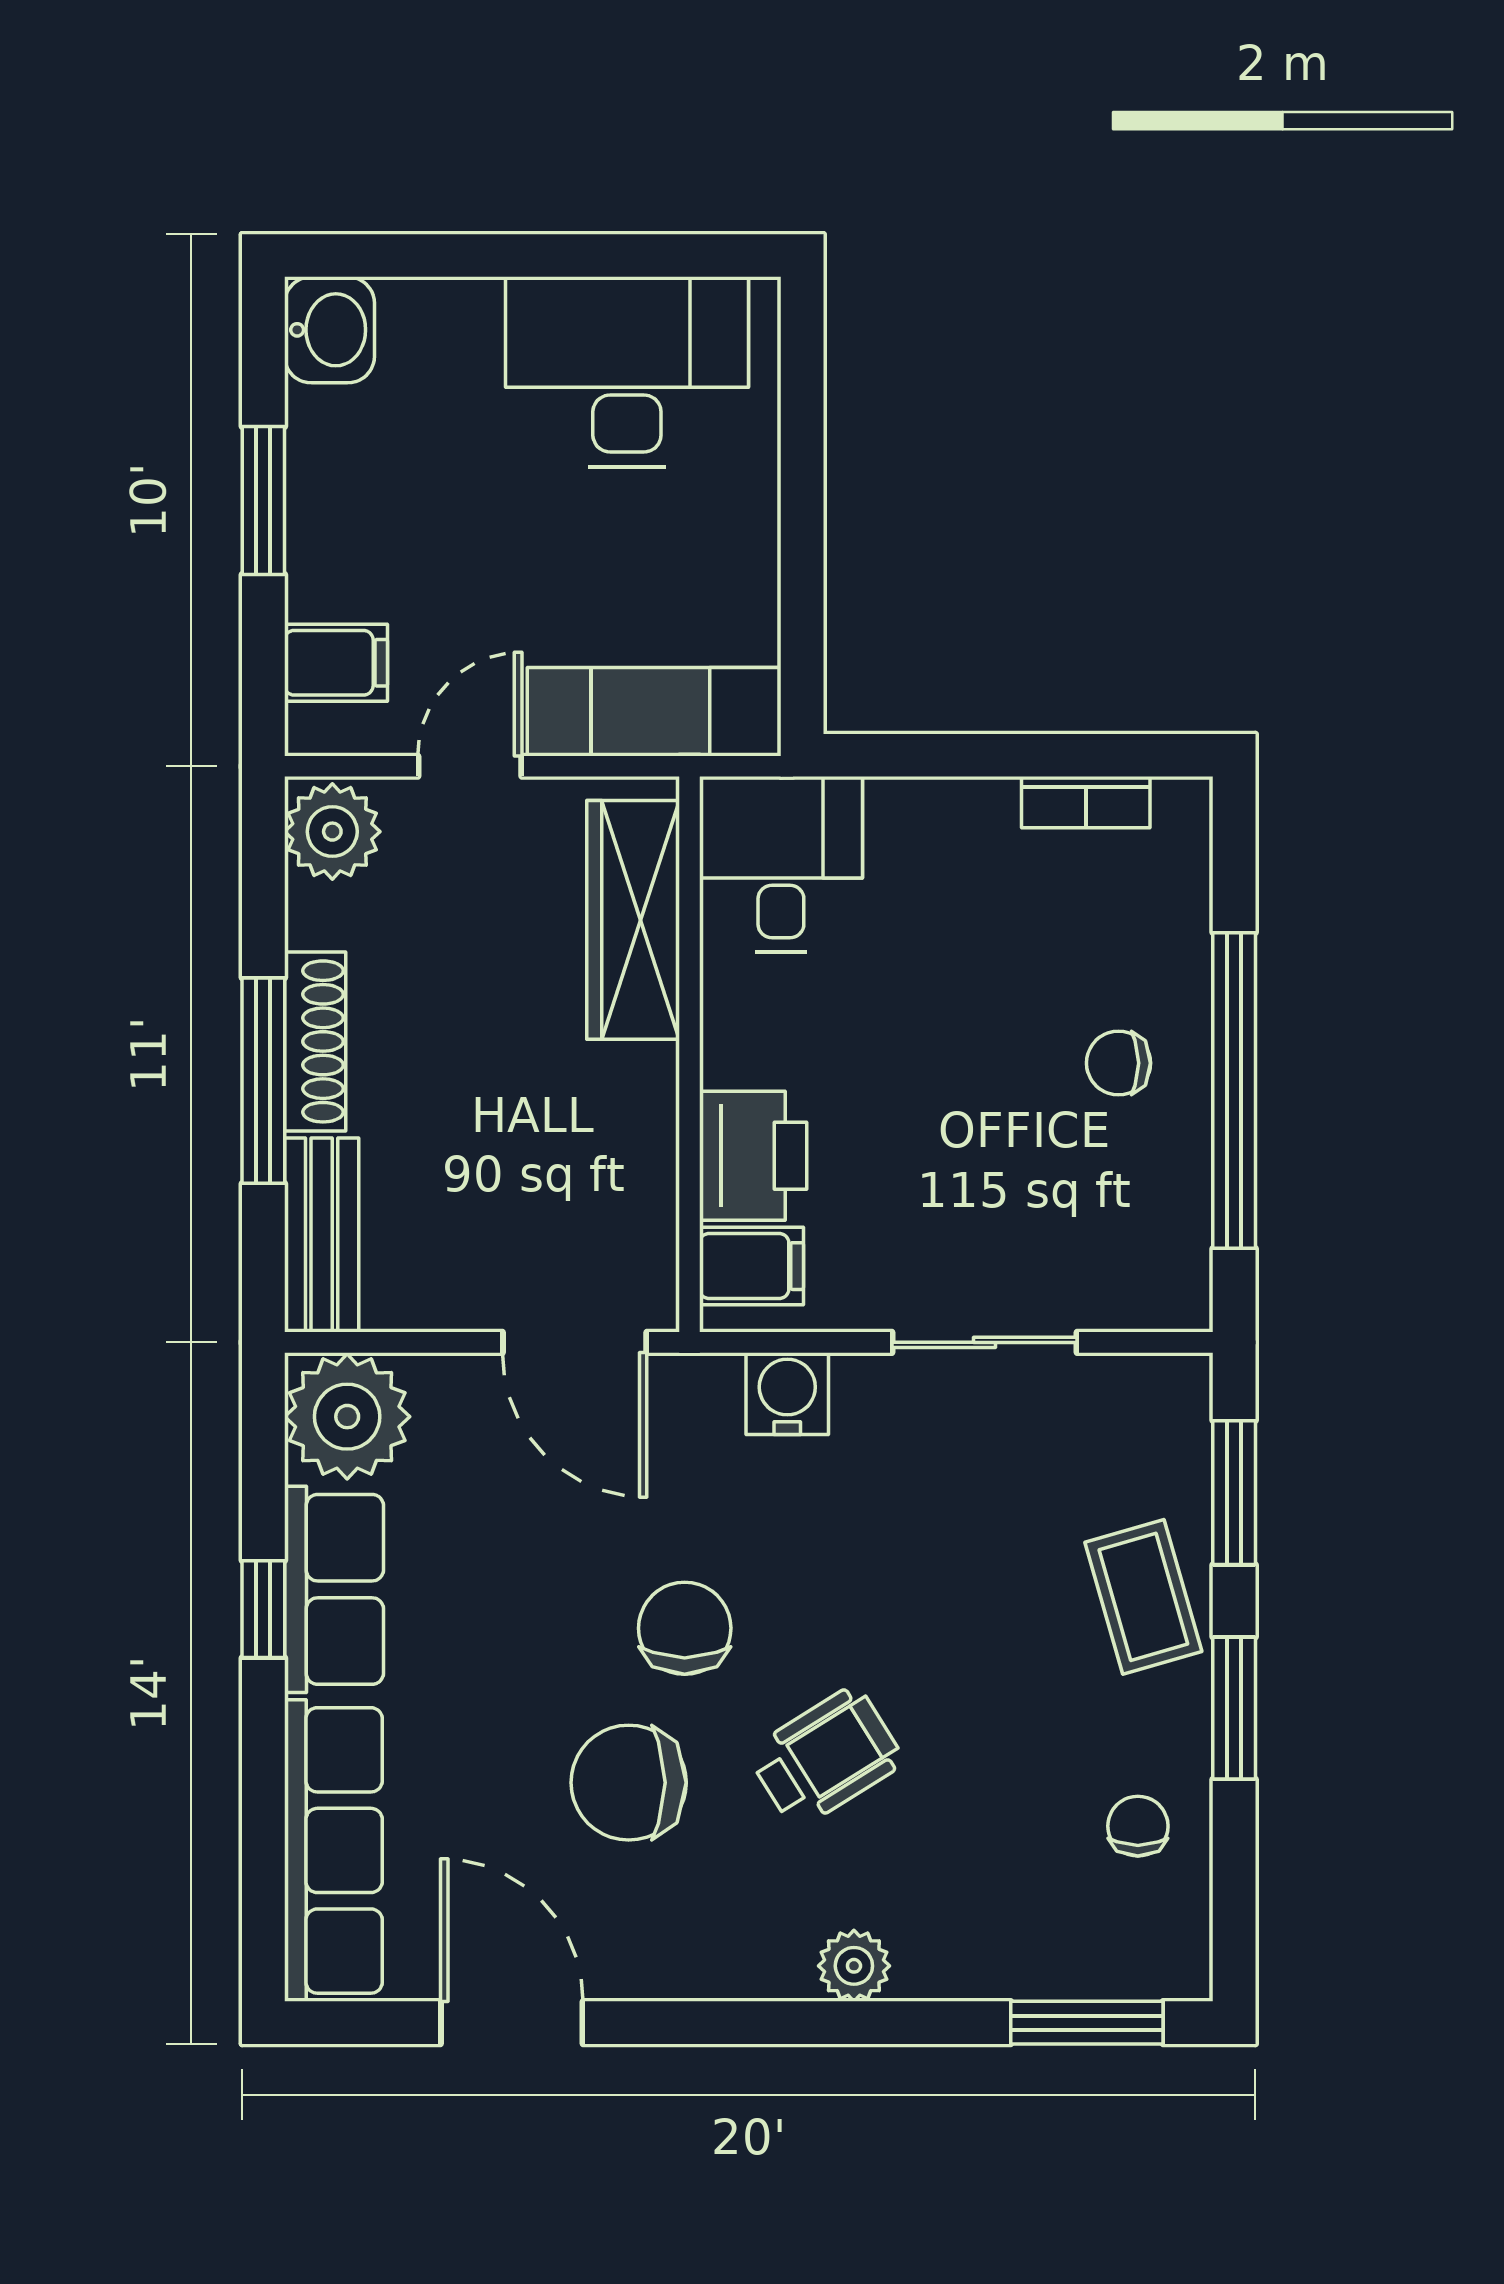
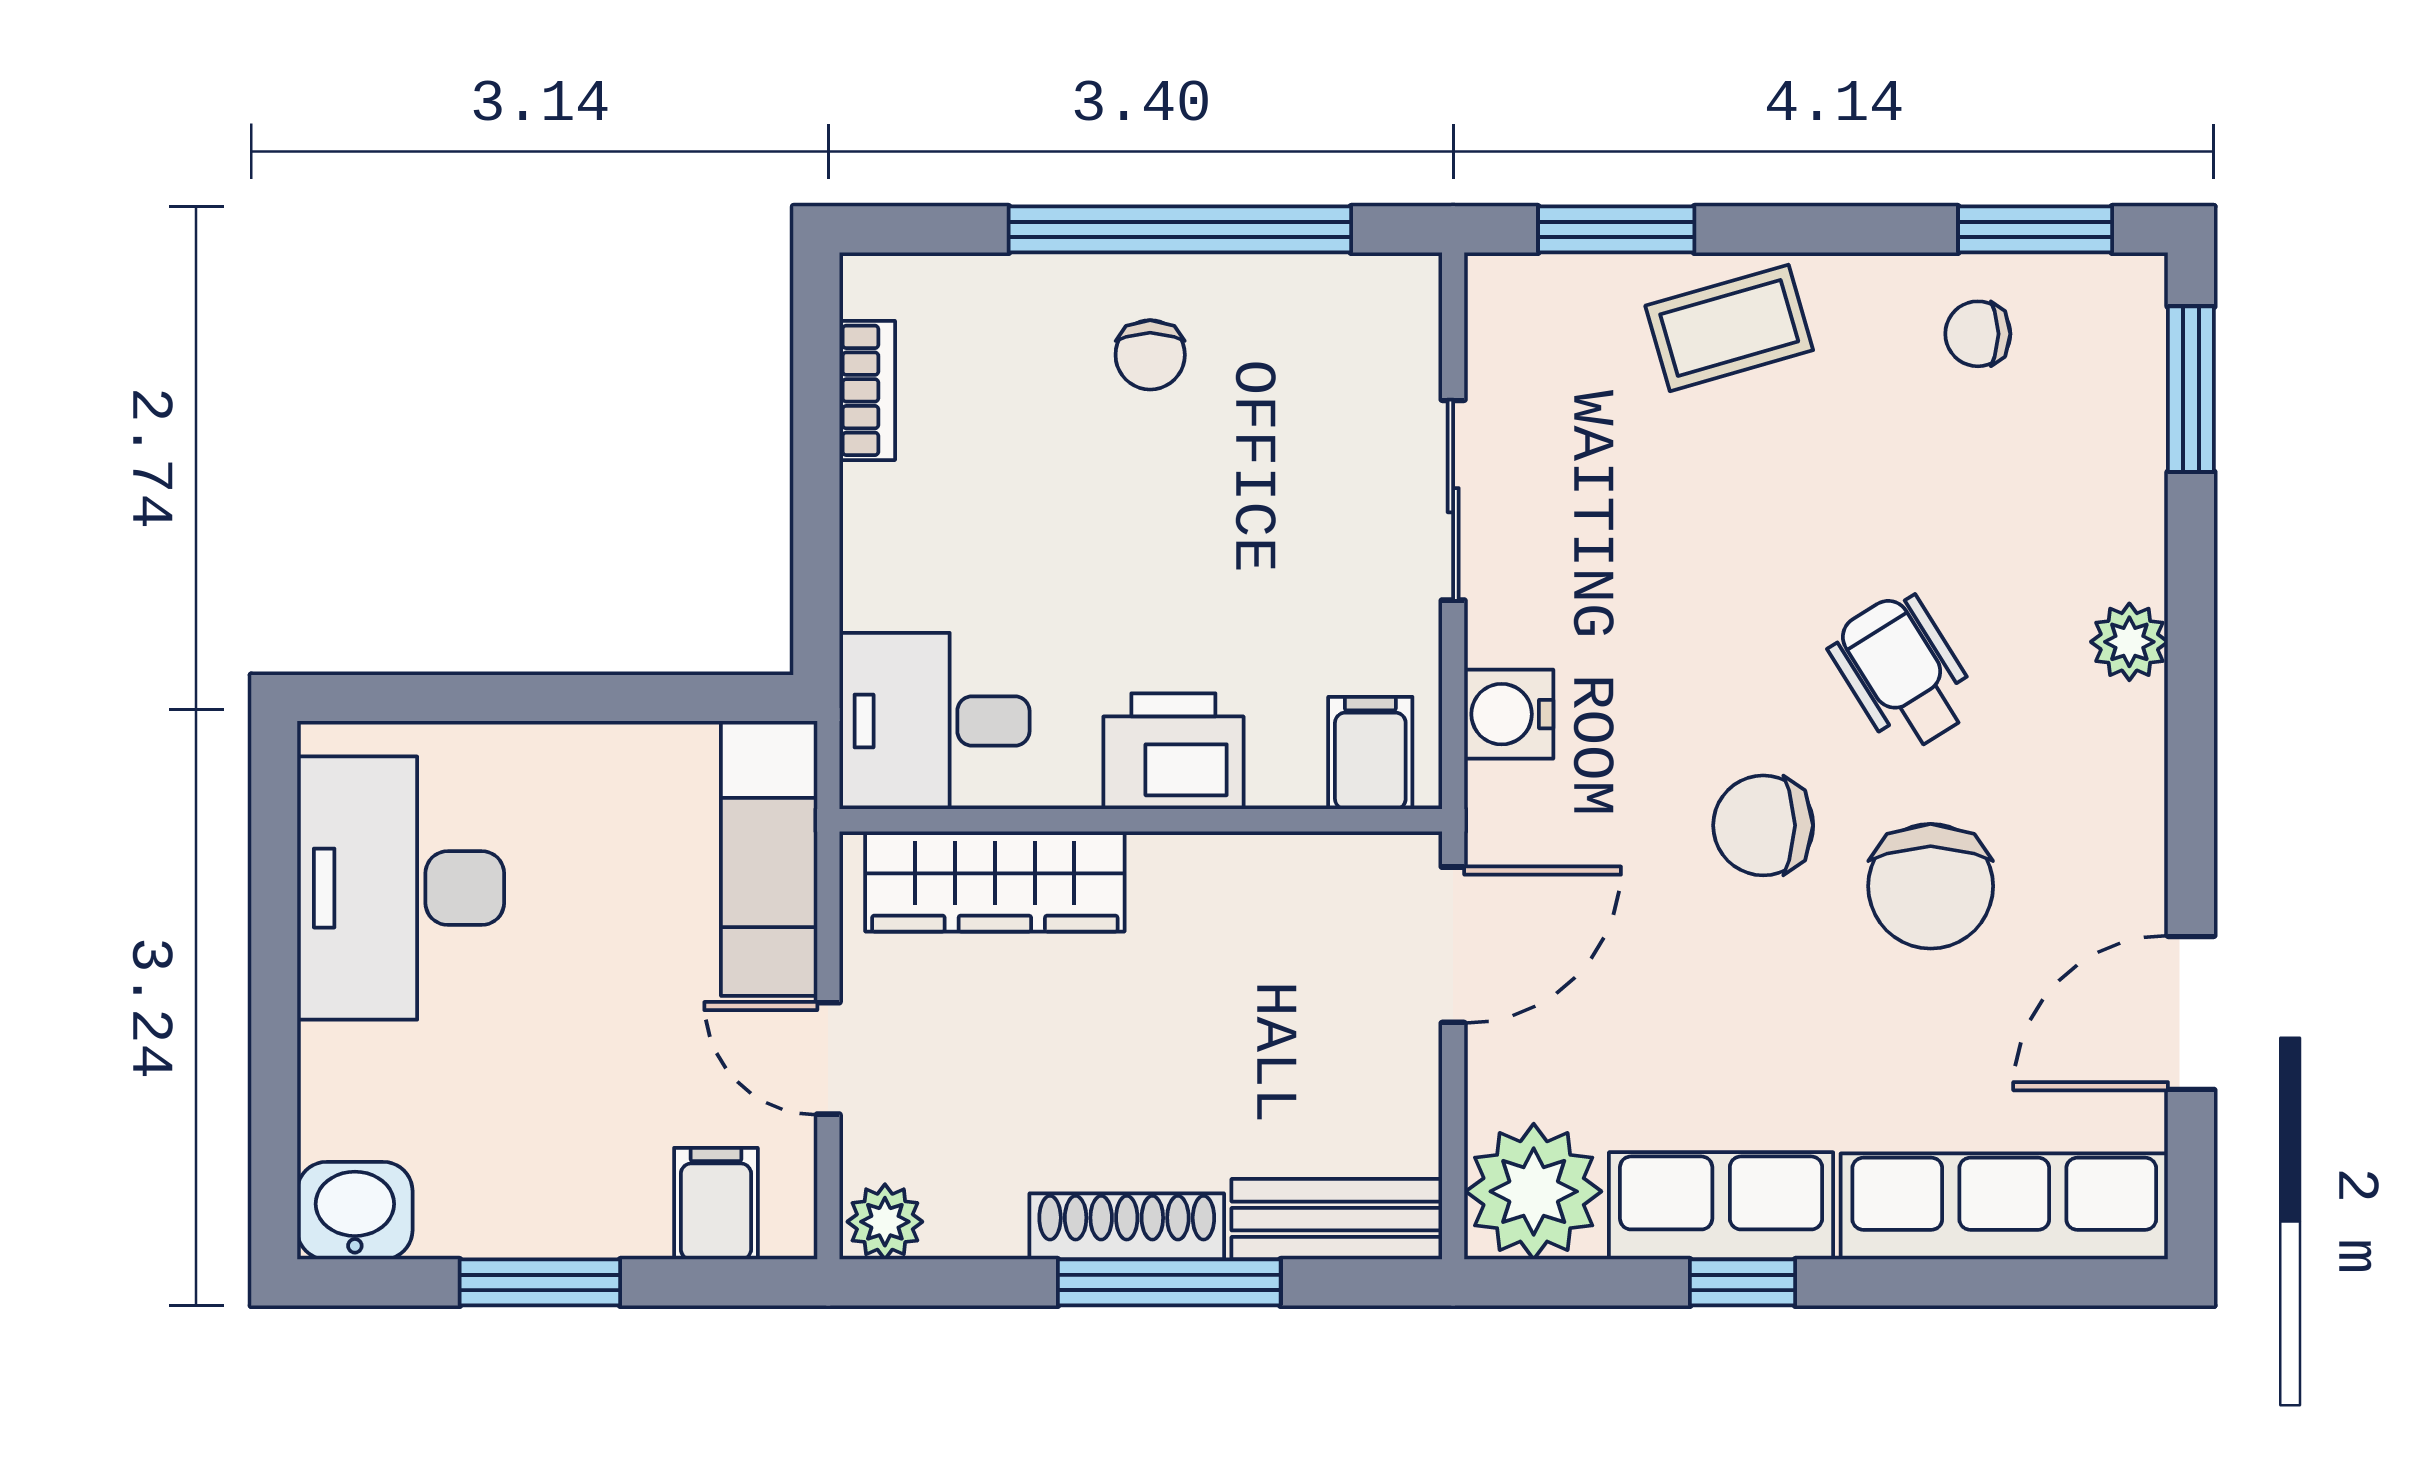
plant: (332, 832) -> (885, 1222), width x0.73, depth x0.73
printer: (753, 1156) -> (1173, 751), moved
window: (1234, 1708) -> (2035, 229), moved

